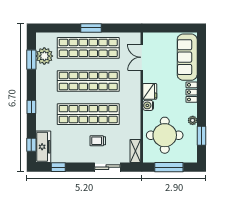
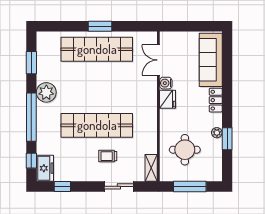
plant: (44, 56) -> (46, 92), moved
shop shelf: (88, 81) -> (97, 87), removed
water cooler: (148, 105) -> (166, 83), moved
window: (31, 107) -> (31, 117), width x3.17
round table: (165, 135) -> (185, 150), width x0.73, depth x0.73
window: (201, 136) -> (227, 139), moved
freezer: (43, 147) -> (45, 168), width x0.71

